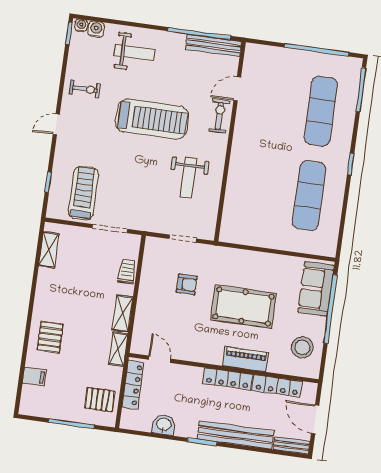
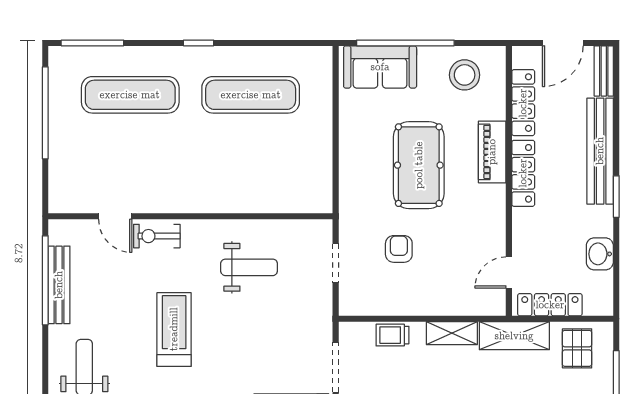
bench: (213, 45) -> (59, 285), moved
treadmill: (152, 119) -> (174, 329), width x0.73, depth x0.73
shelving: (118, 349) -> (514, 336), width x1.50, depth x1.33

